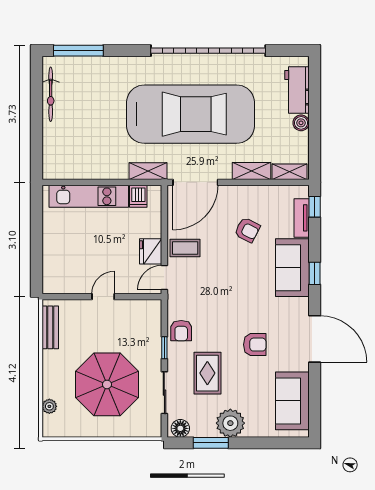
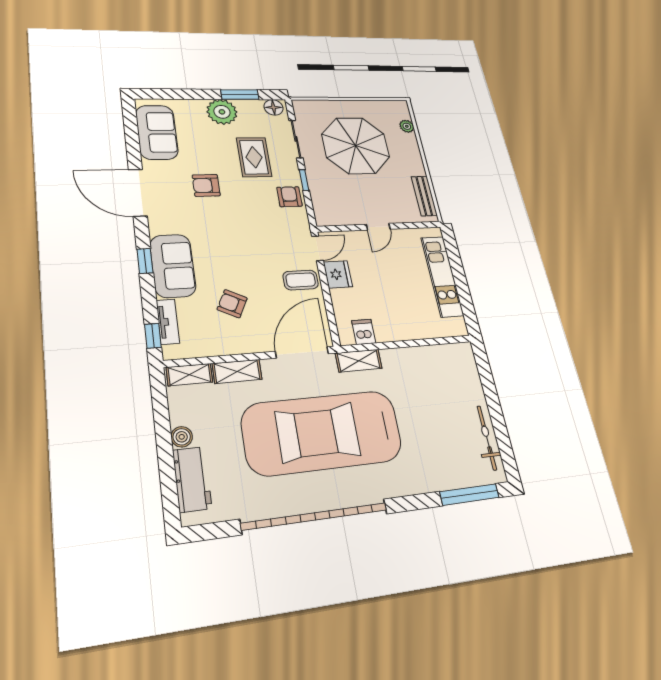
kitchen unit: (89, 196) -> (442, 276), moved, turned -90

